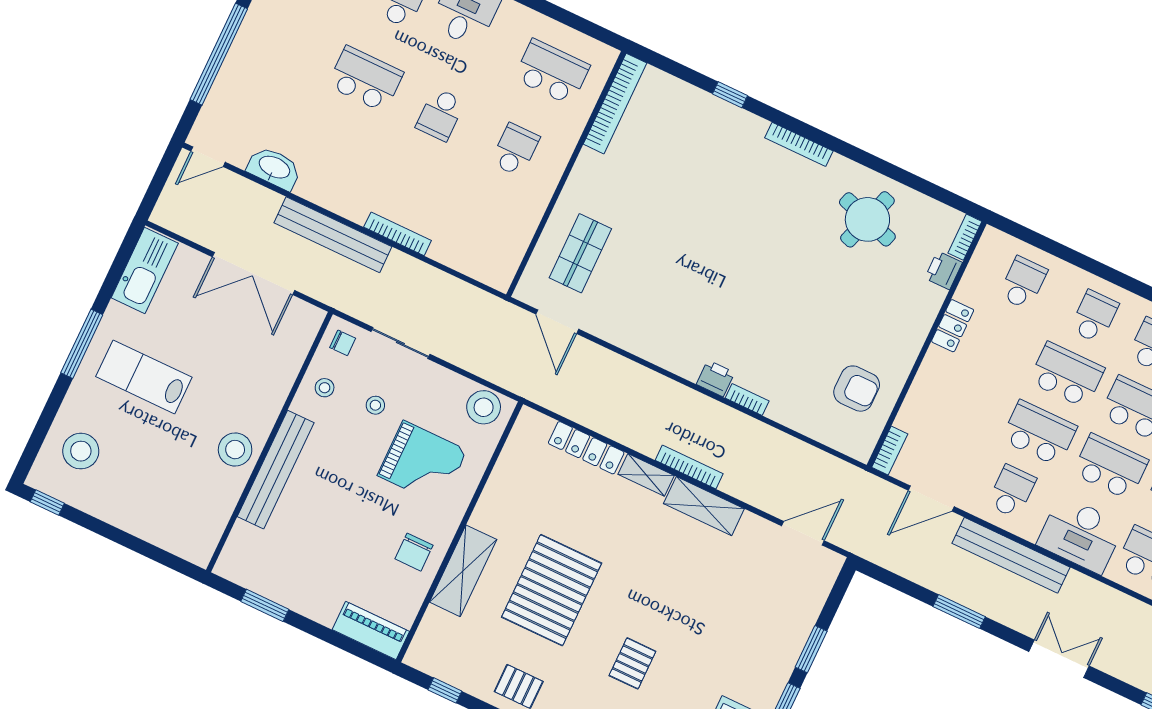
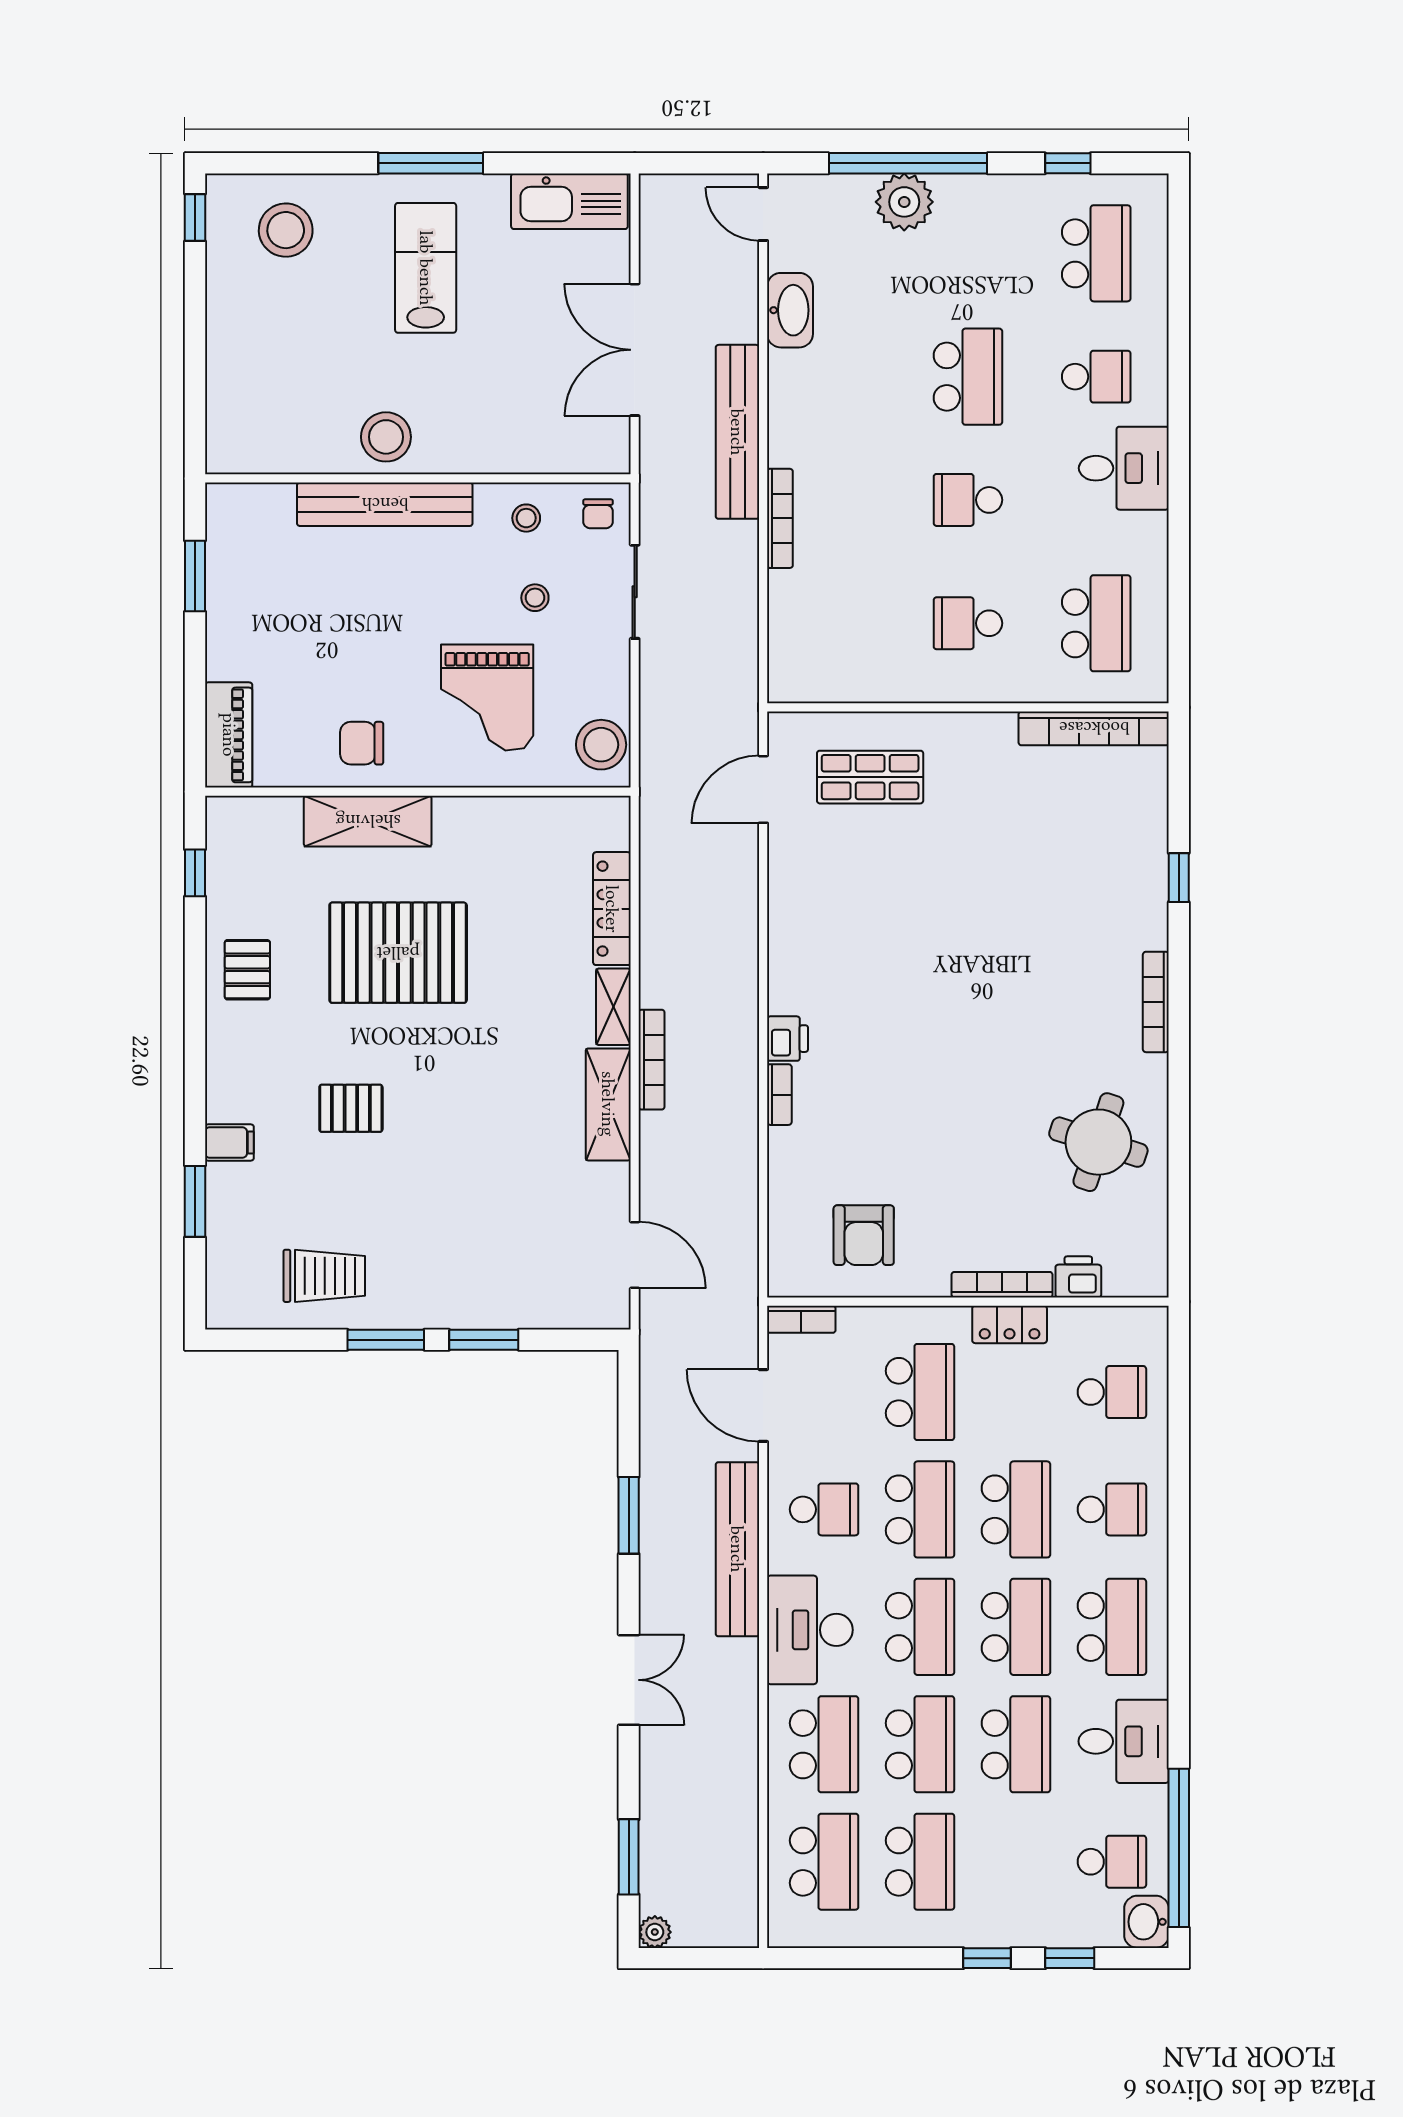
plant: (241, 68) -> (904, 202), added
school desk: (515, 150) -> (968, 623), turned 180
bookcase: (965, 237) -> (1002, 1285), moved, width x1.56
school desk: (968, 399) -> (920, 1392), added

